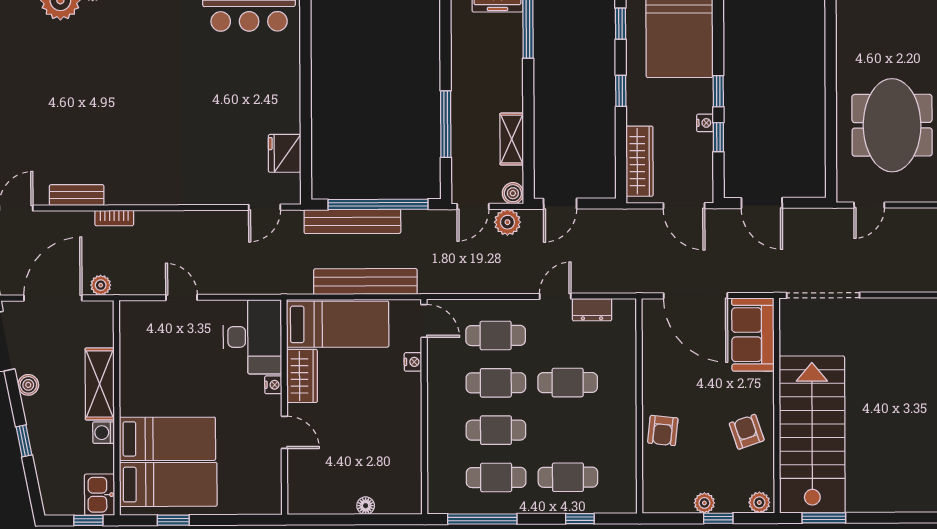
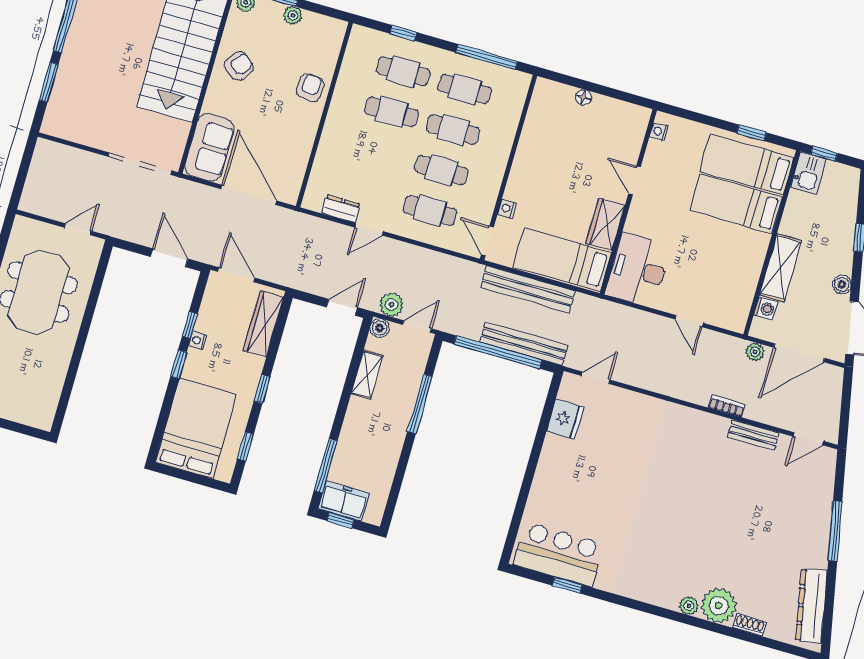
cafe table: (568, 383) -> (392, 112), moved
nightstand: (273, 385) -> (659, 132), moved
armchair: (747, 432) -> (239, 66), turned -124
washing machine: (104, 433) -> (765, 308), moved

